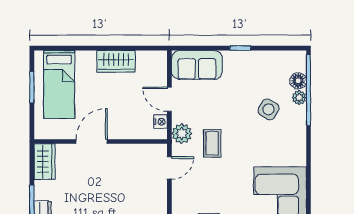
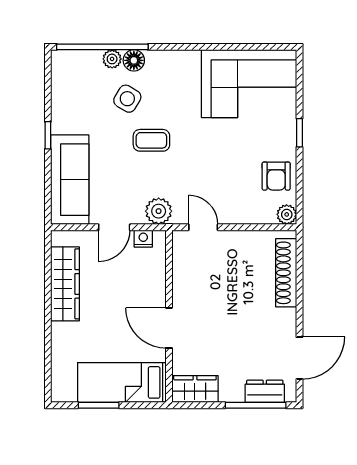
wardrobe: (116, 61) -> (65, 284), width x1.50
sofa: (197, 65) -> (70, 180), width x1.36
floor lamp: (298, 81) -> (134, 60), moved
bed: (59, 84) -> (122, 382), moved, turned 180
coffee table: (212, 143) -> (151, 140), moved

